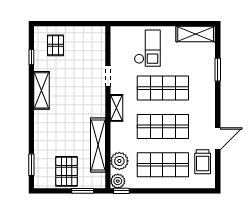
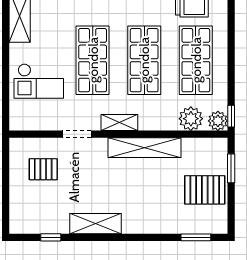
pallet: (55, 45) -> (43, 169), moved
checkout: (147, 48) -> (39, 81), turned 180
shelving: (98, 145) -> (144, 148), moved

